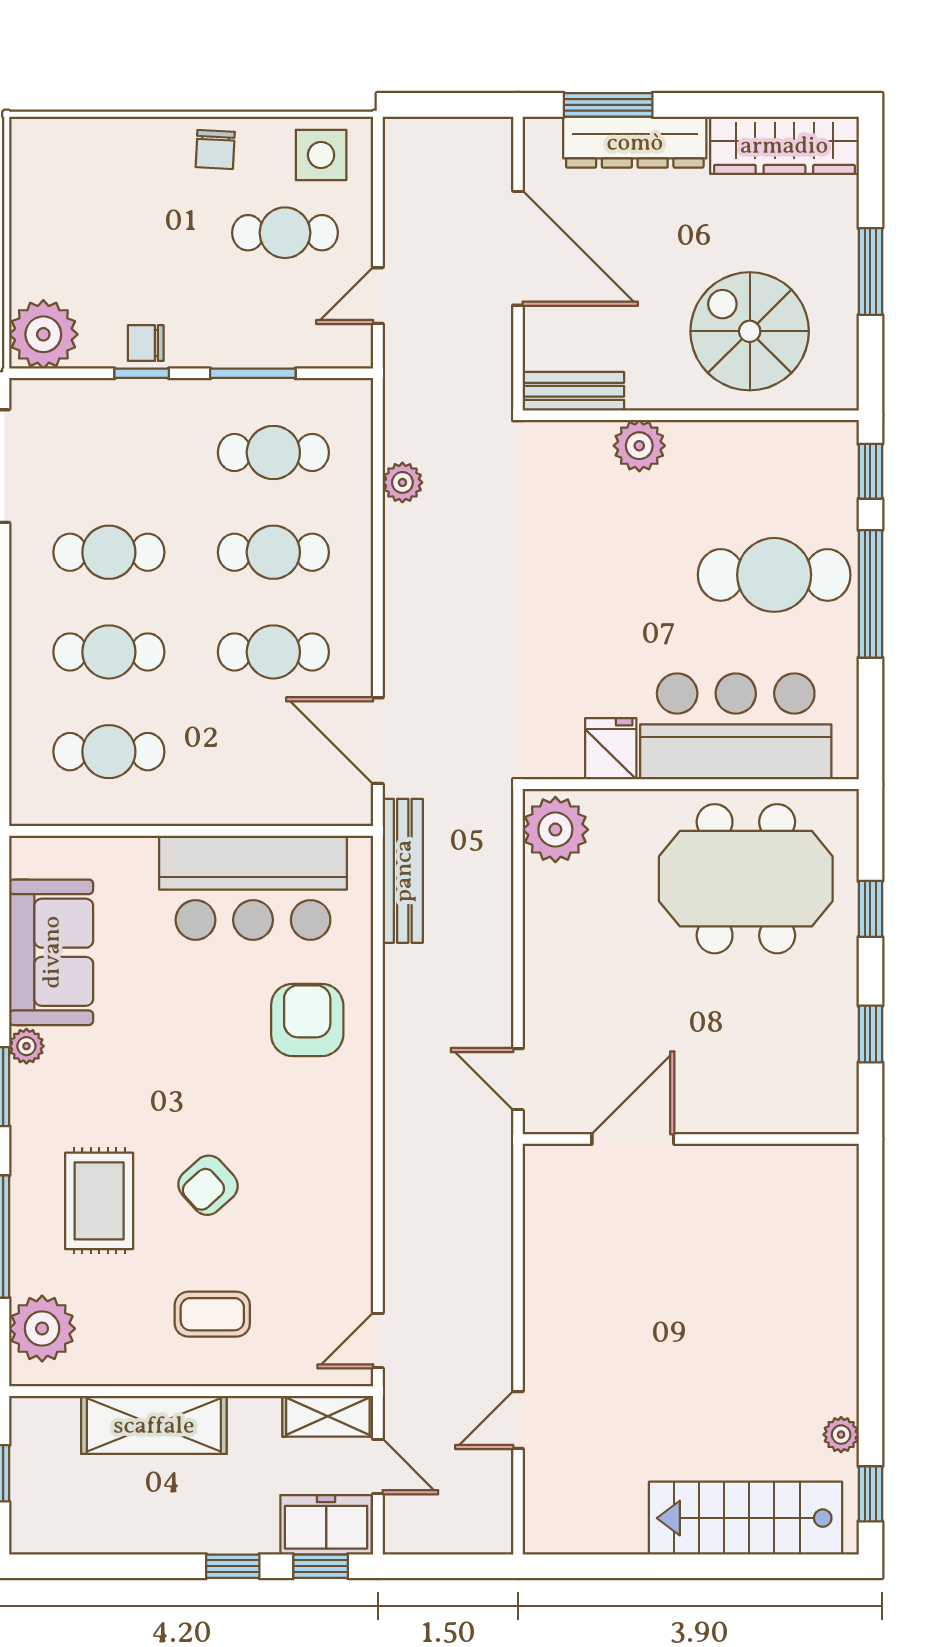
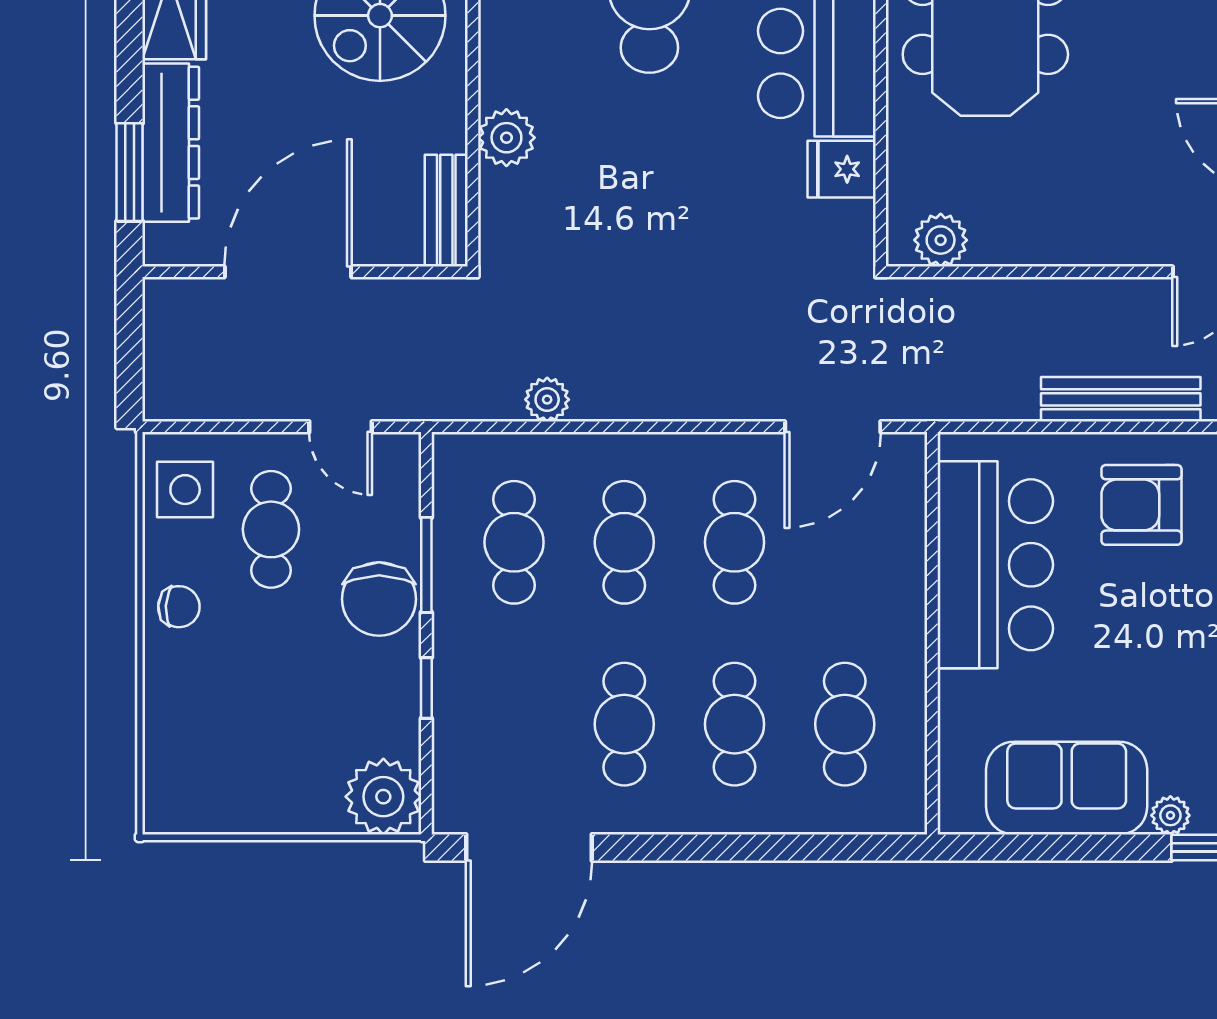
chair: (146, 343) -> (379, 599), moved, width x1.87, depth x1.87
plant: (555, 830) -> (941, 240), width x0.73, depth x0.73
bench: (403, 871) -> (1121, 399), moved

